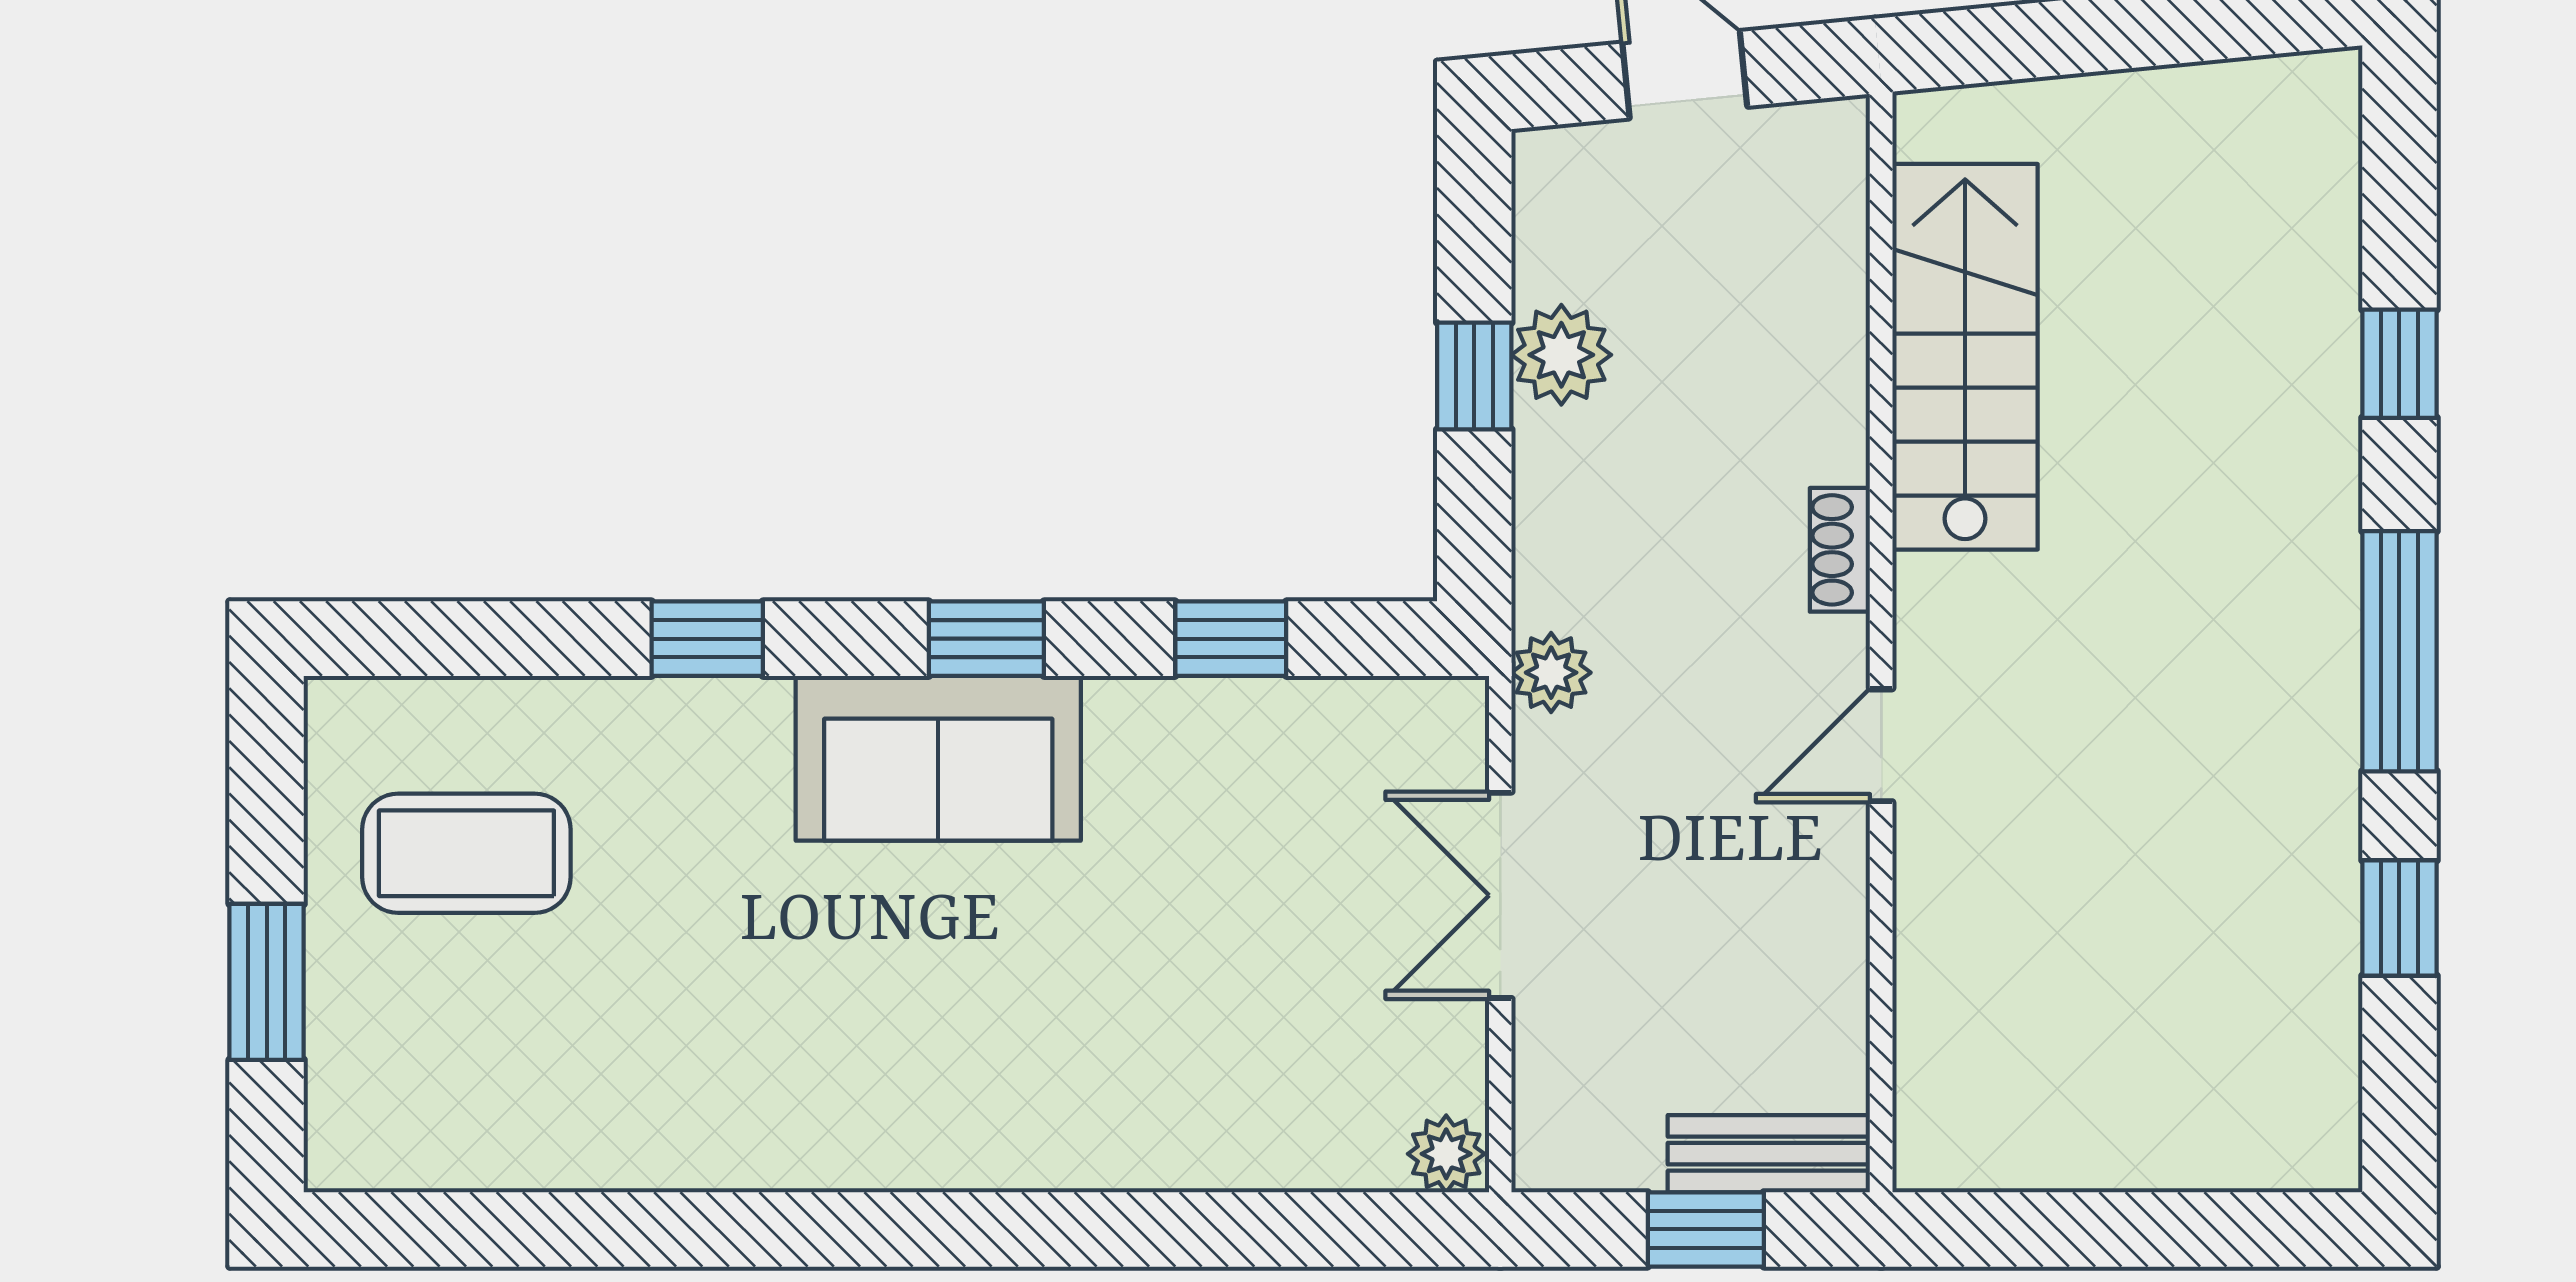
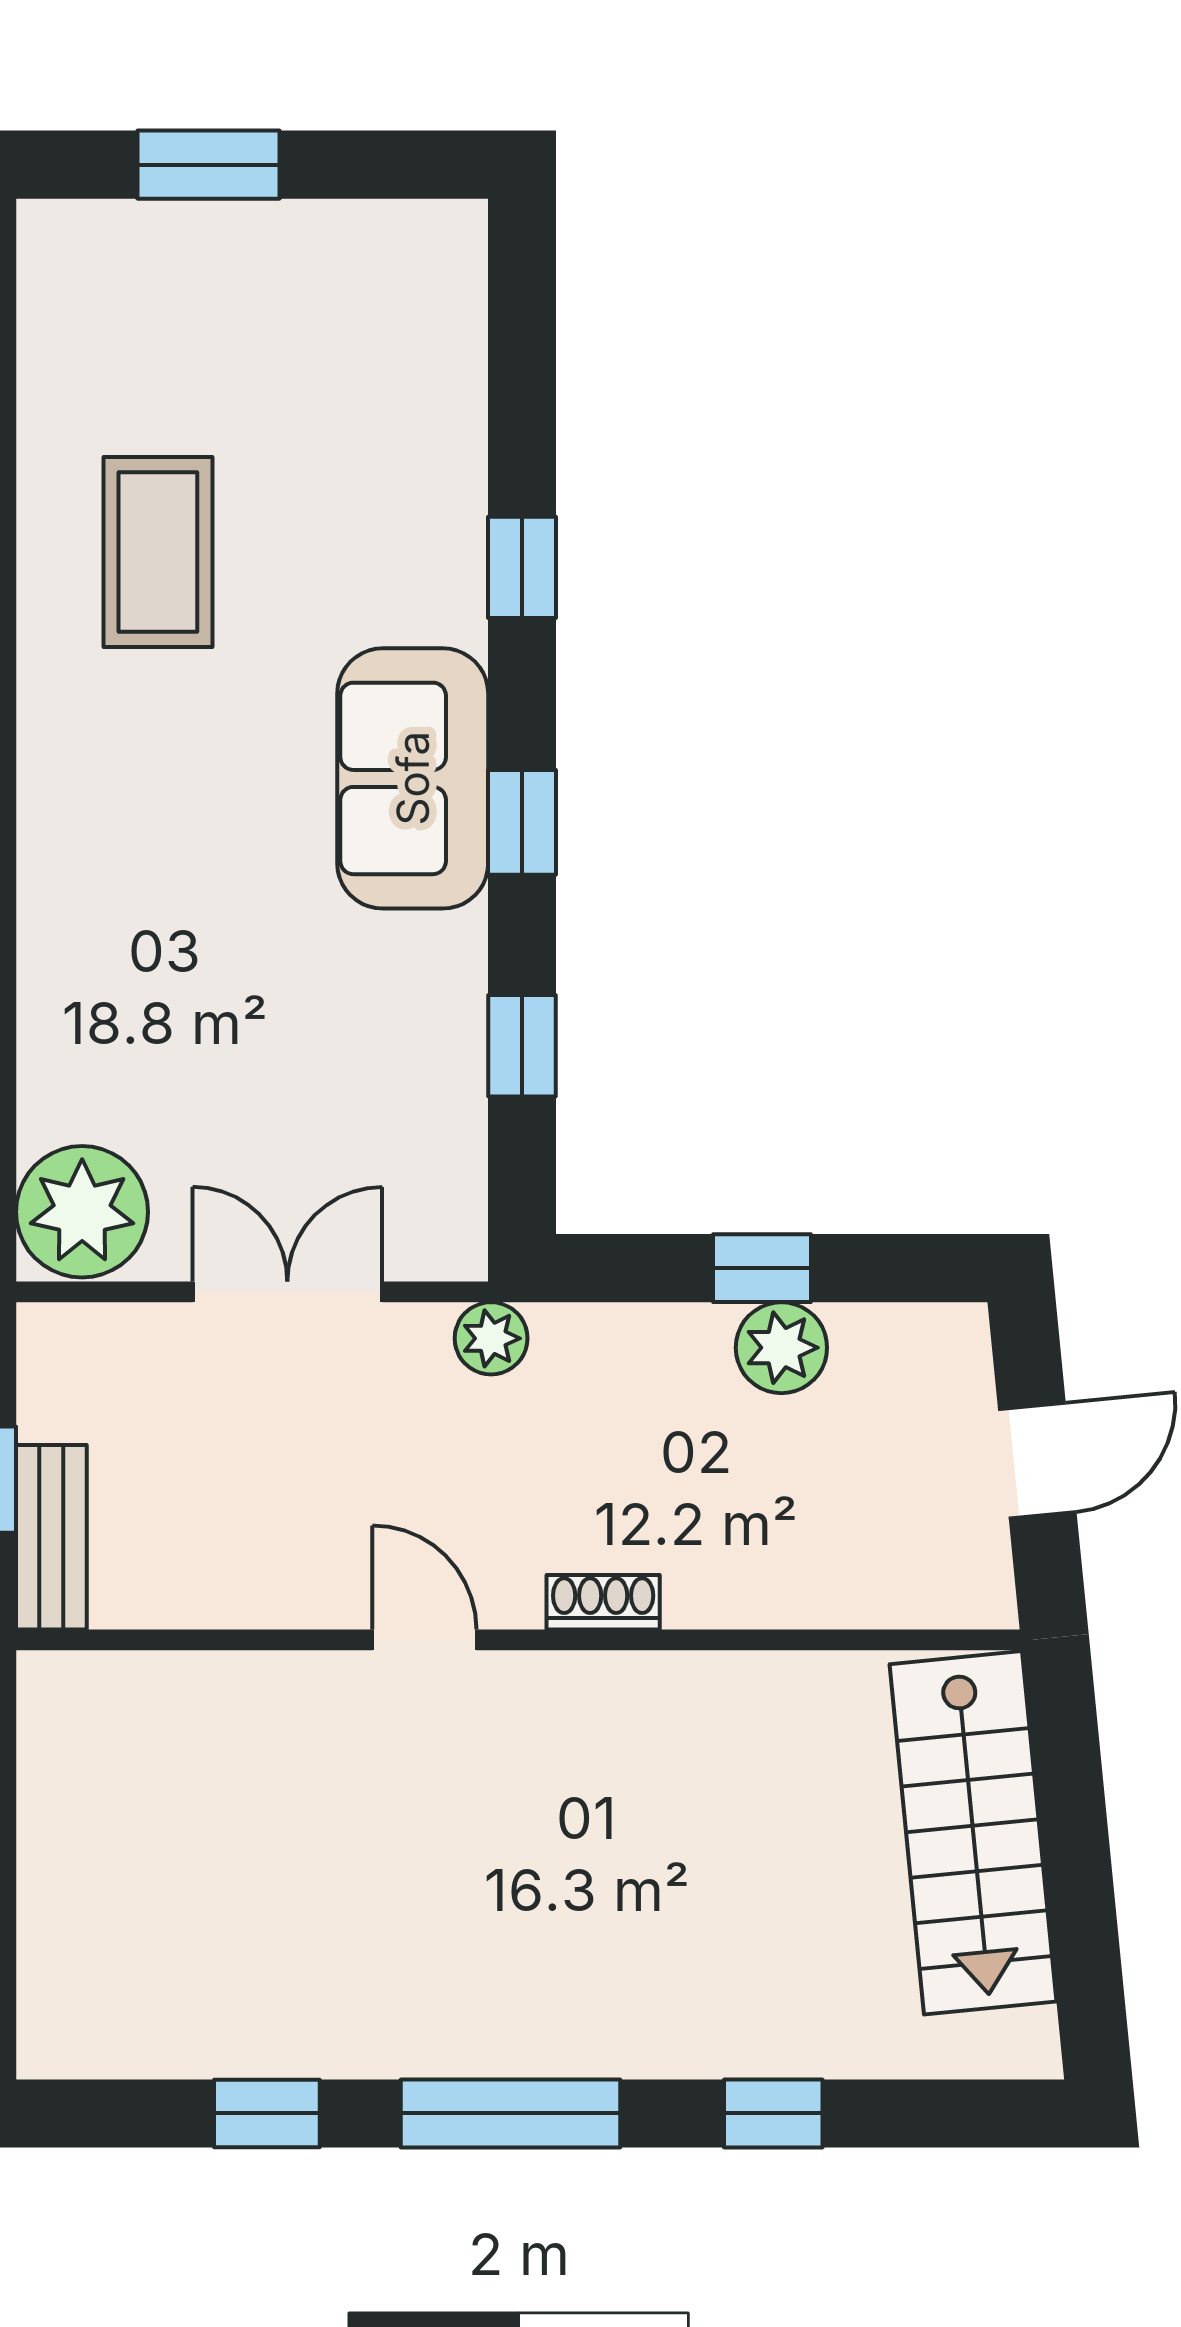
stairs: (1965, 357) -> (973, 1833), moved, turned 84
coffee table: (466, 853) -> (158, 552), moved
plant: (1446, 1154) -> (82, 1212), width x1.87, depth x1.87

